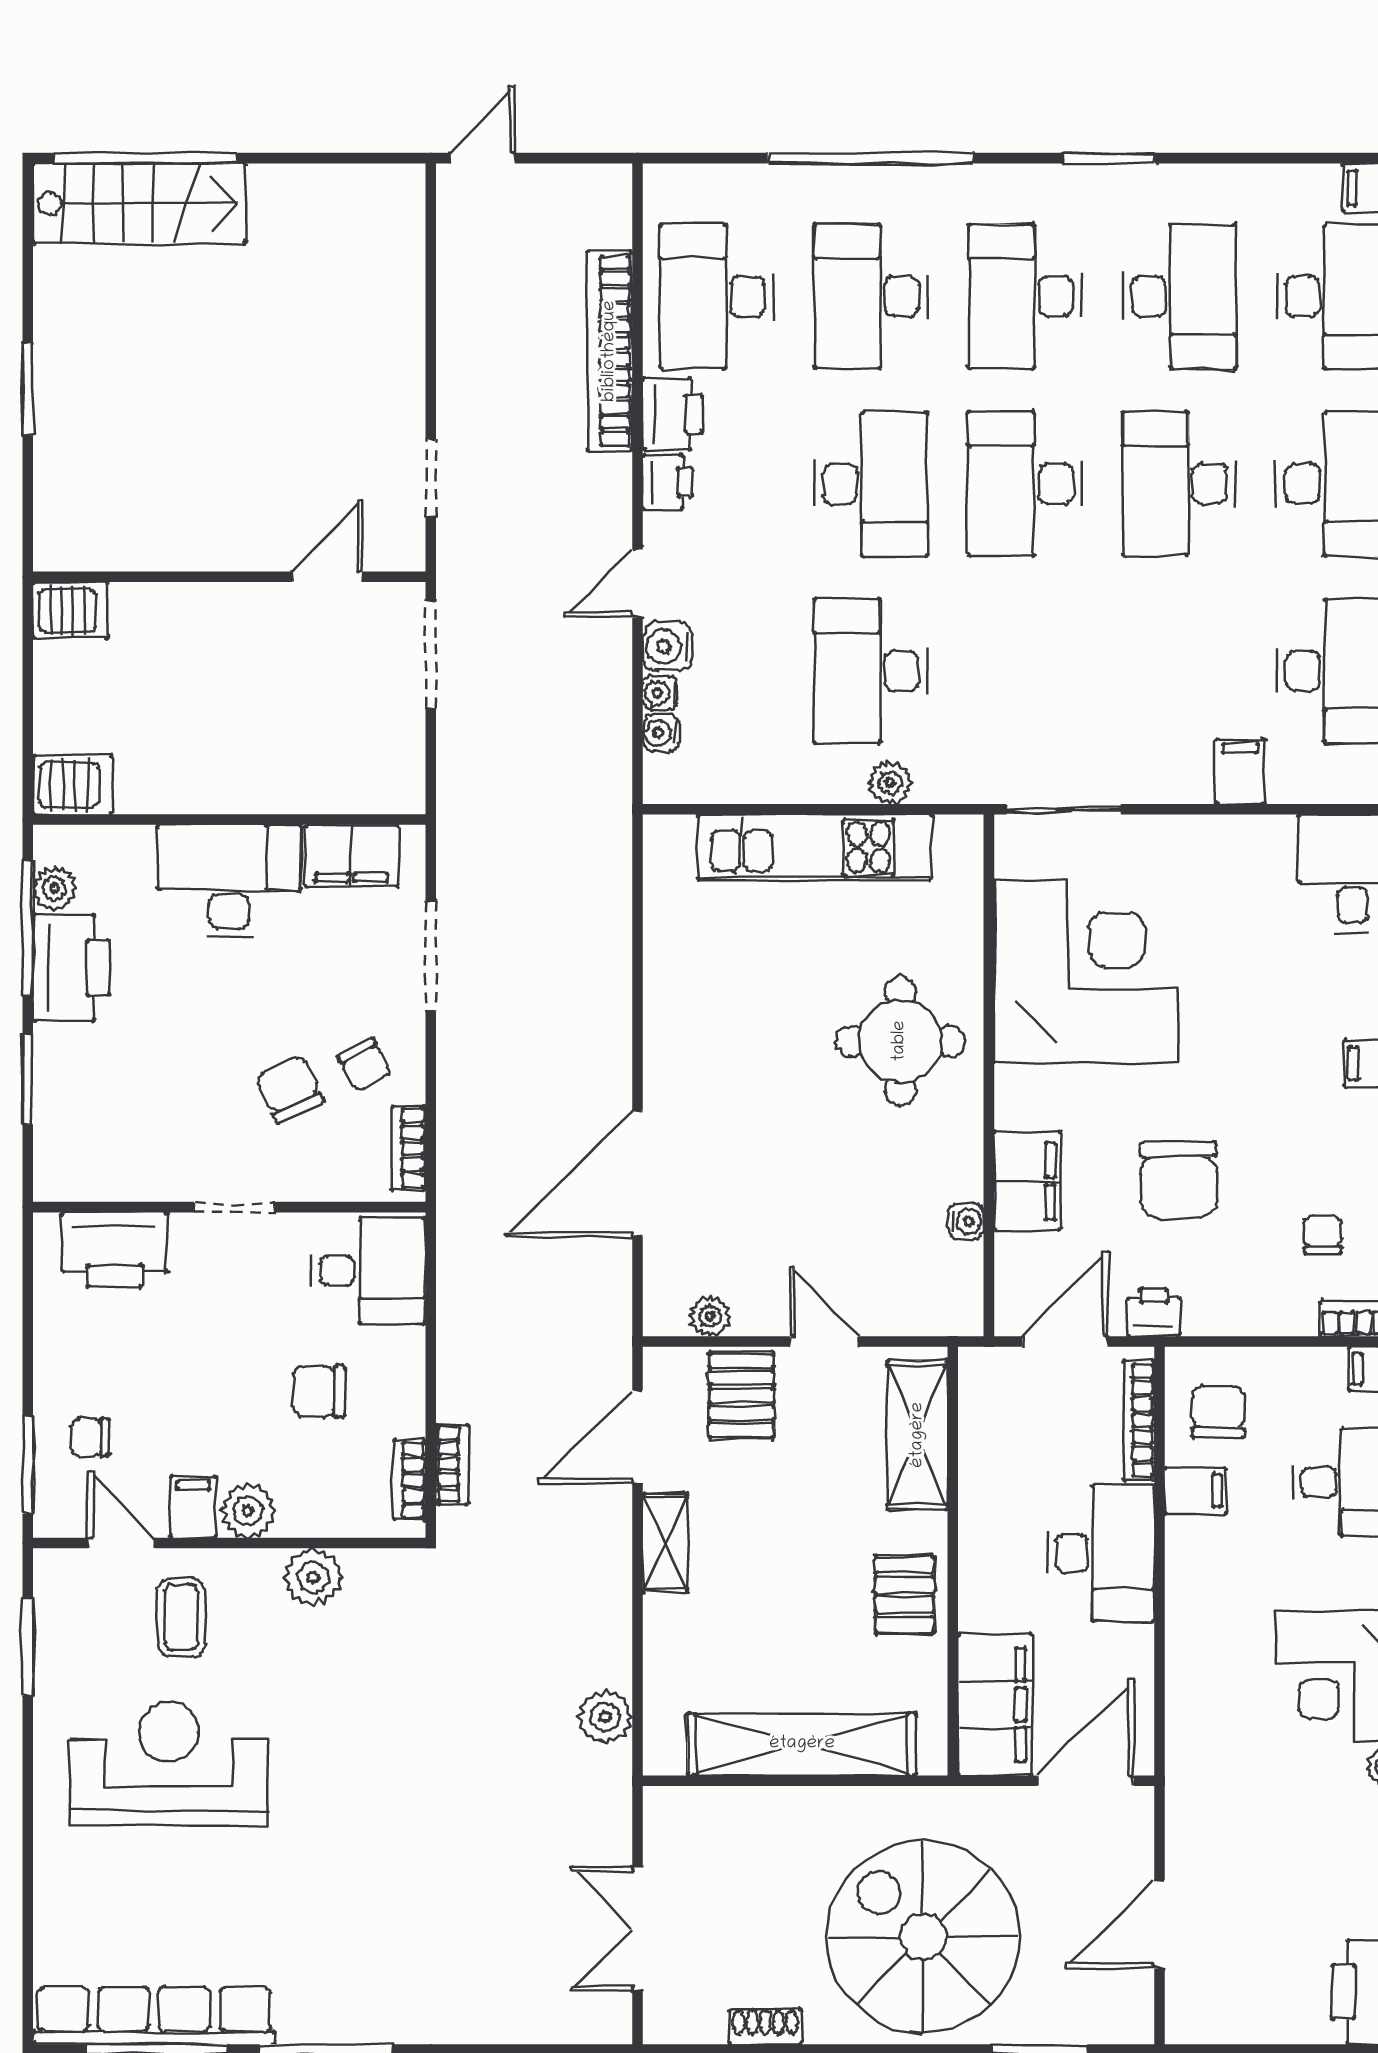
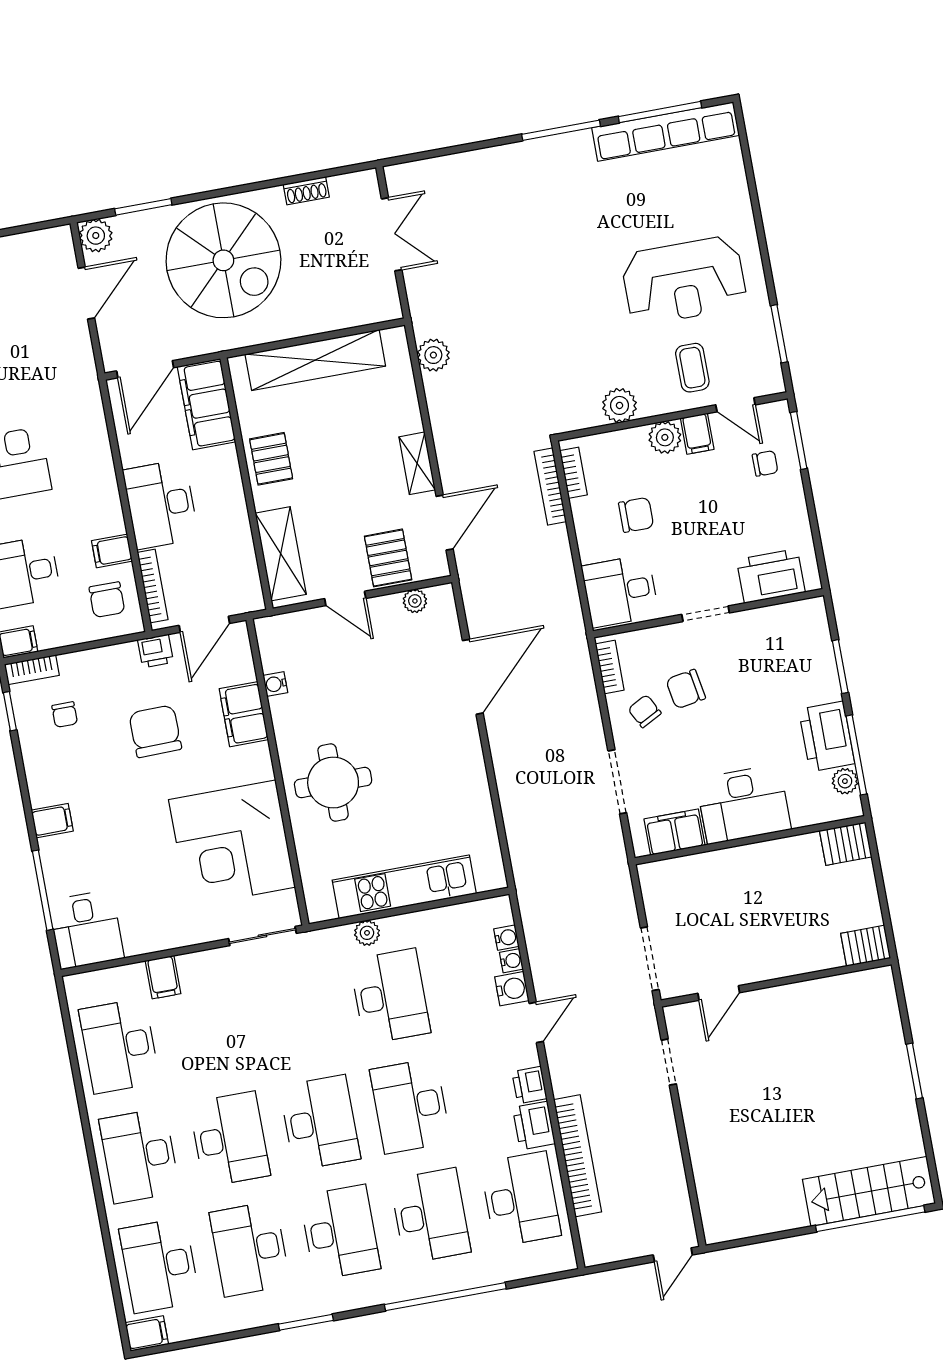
chair: (290, 1089) -> (686, 689), turned 105
bookcase: (452, 1464) -> (550, 487), width x1.56
plant: (1126, 2017) -> (96, 236), added

